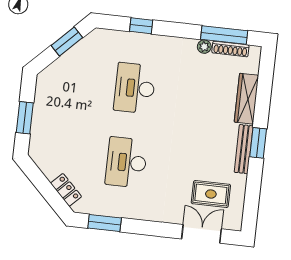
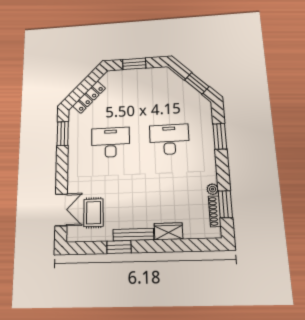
window: (141, 26) -> (220, 136), width x1.50
window: (224, 35) -> (225, 204), width x0.69
wardrobe: (247, 99) -> (168, 231), width x0.67
window: (258, 143) -> (119, 247), moved
locker: (66, 190) -> (89, 97), width x1.53

